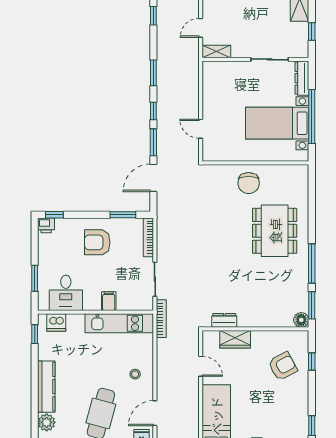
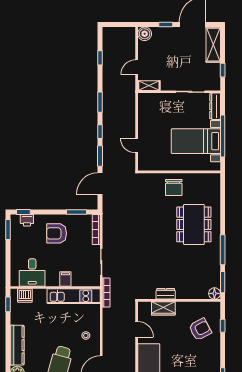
printer: (46, 225) -> (27, 220), moved
window: (35, 278) -> (8, 229), moved
dresser: (224, 320) -> (166, 294), moved

